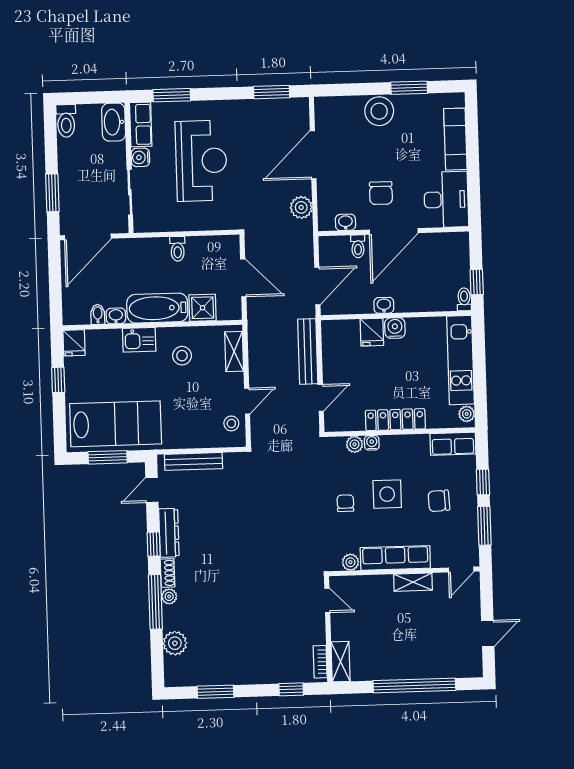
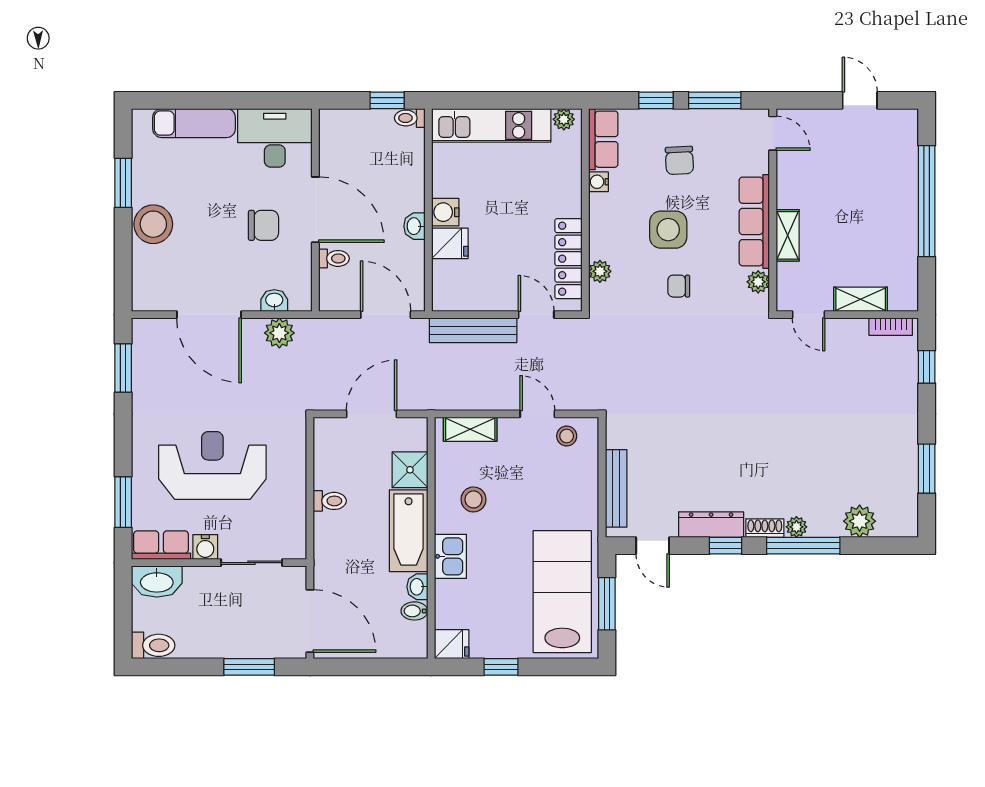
washbasin: (345, 222) -> (274, 301), moved, turned 90
locker: (395, 420) -> (568, 259), moved
water cooler: (372, 443) -> (599, 182), moved
shelving: (413, 582) -> (788, 235), moved
door: (327, 600) -> (809, 315), swing flipped
shelving: (341, 662) -> (861, 299), moved

